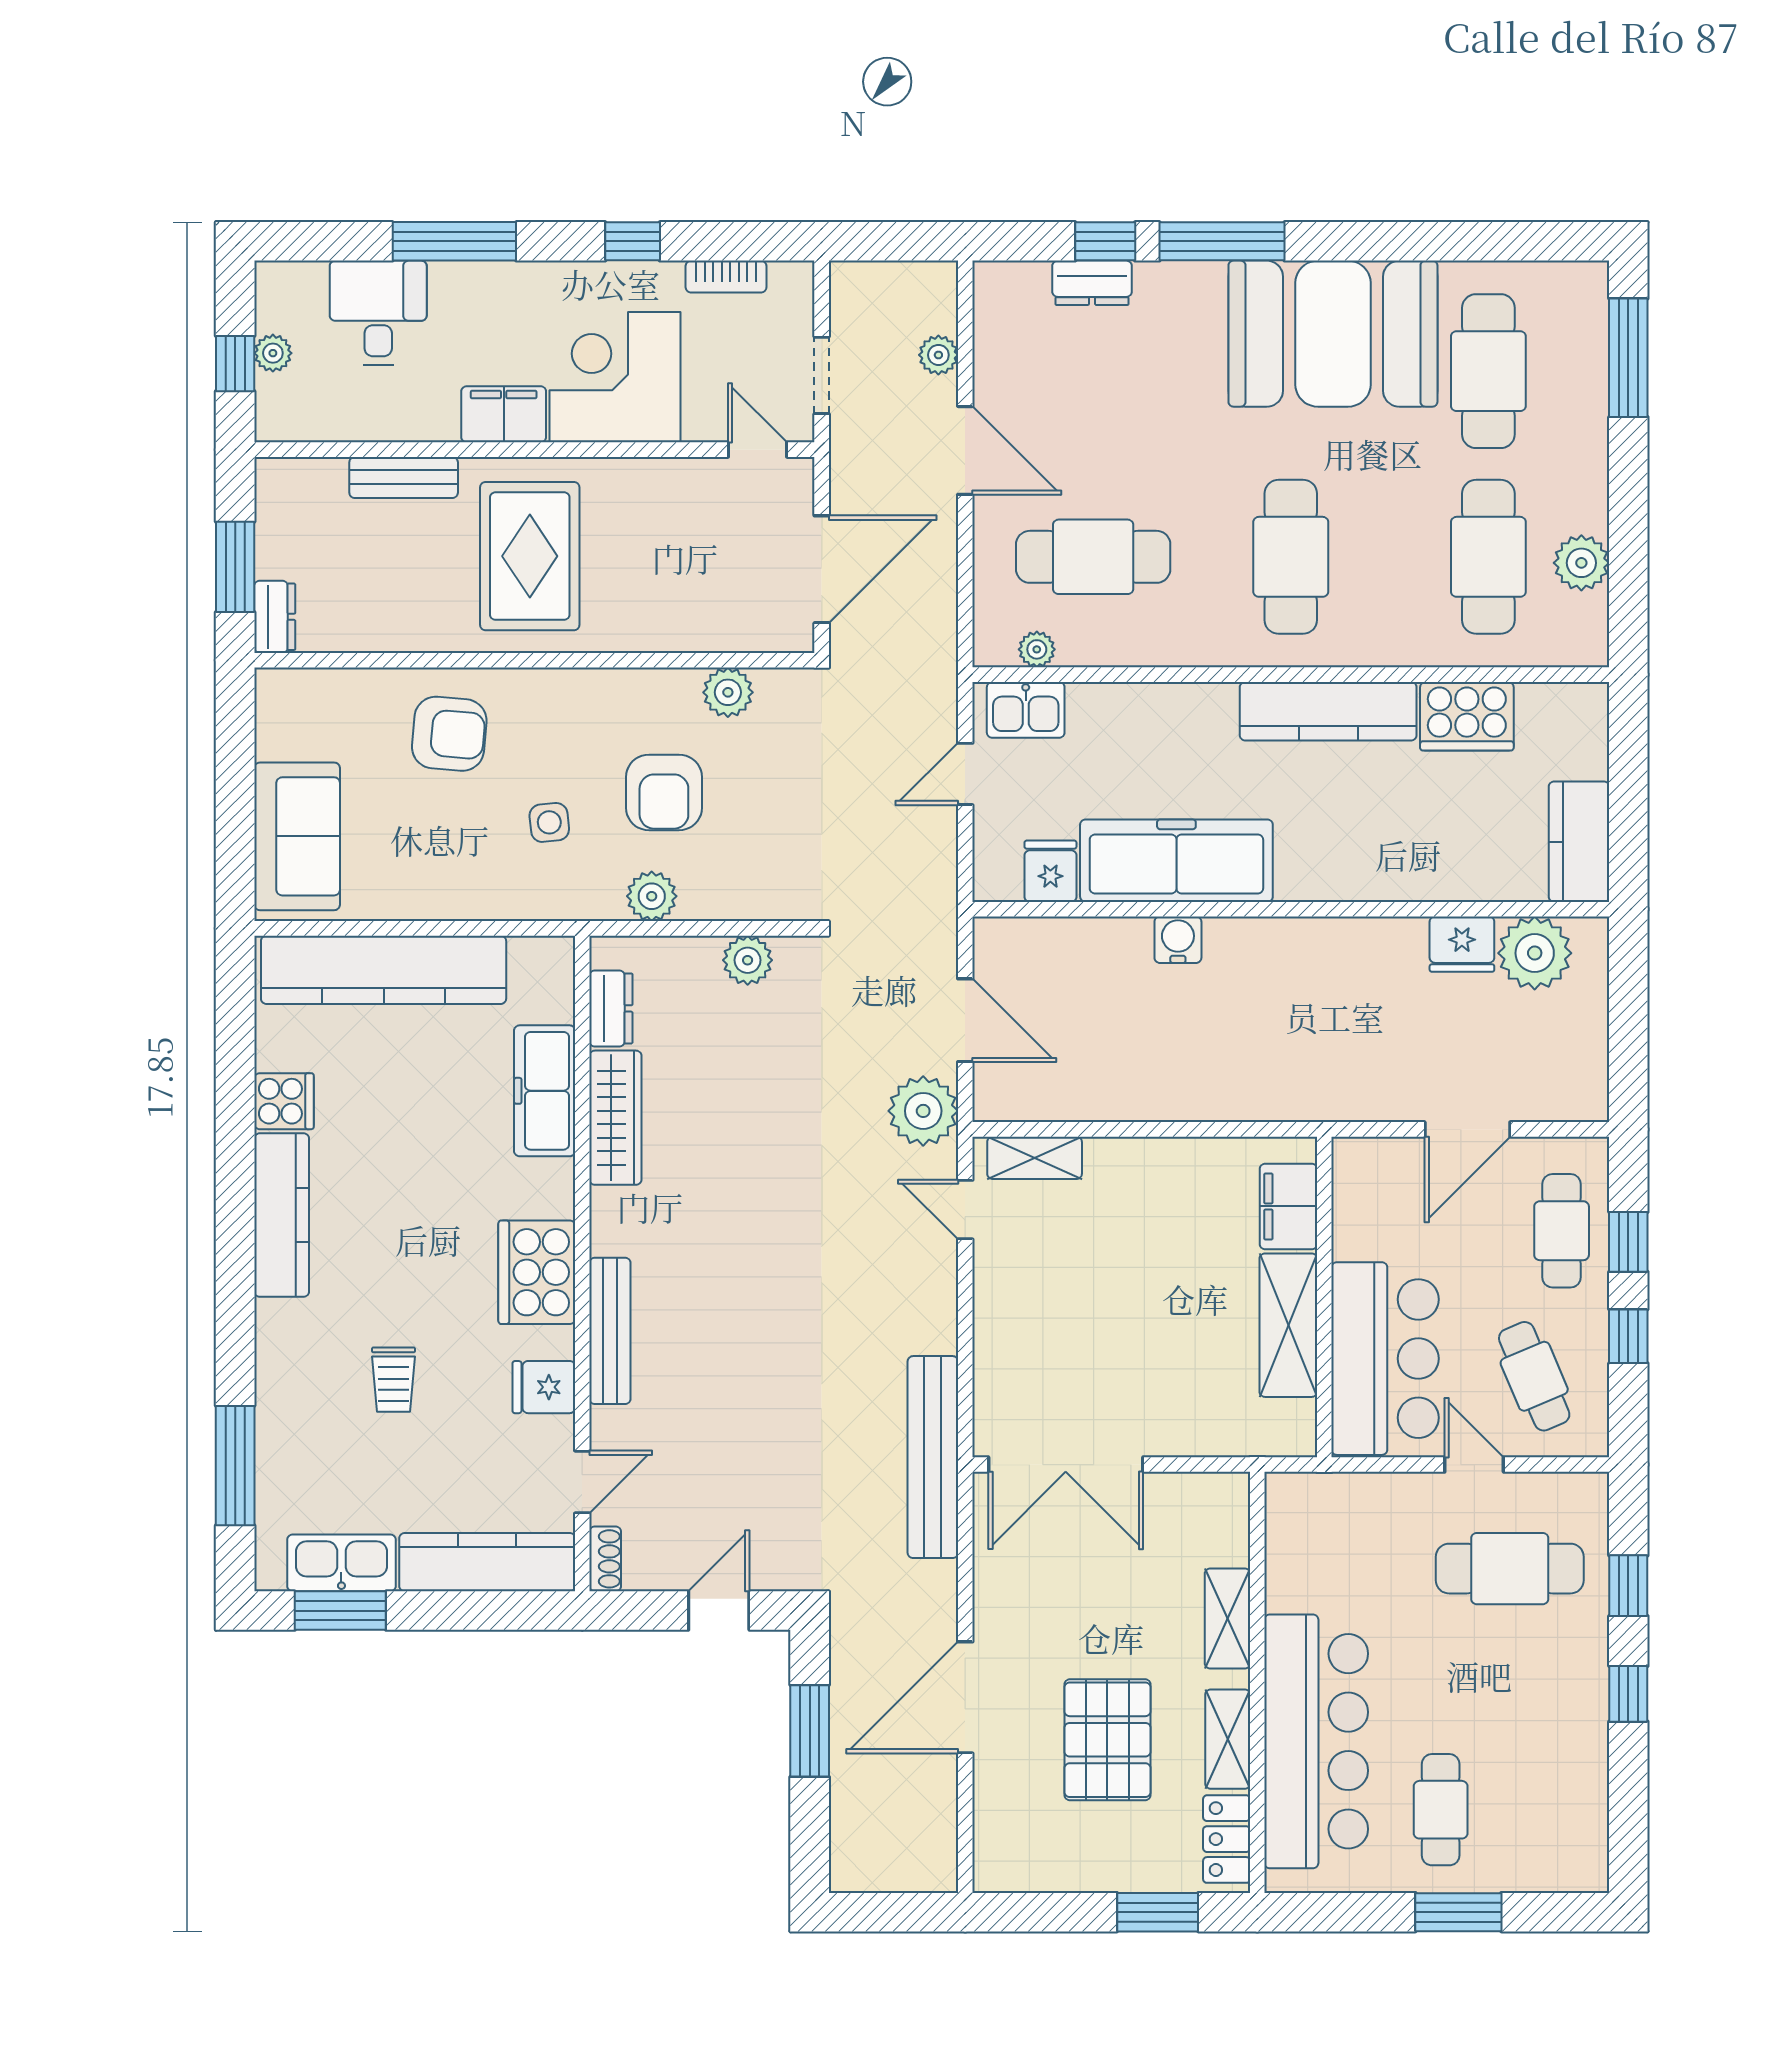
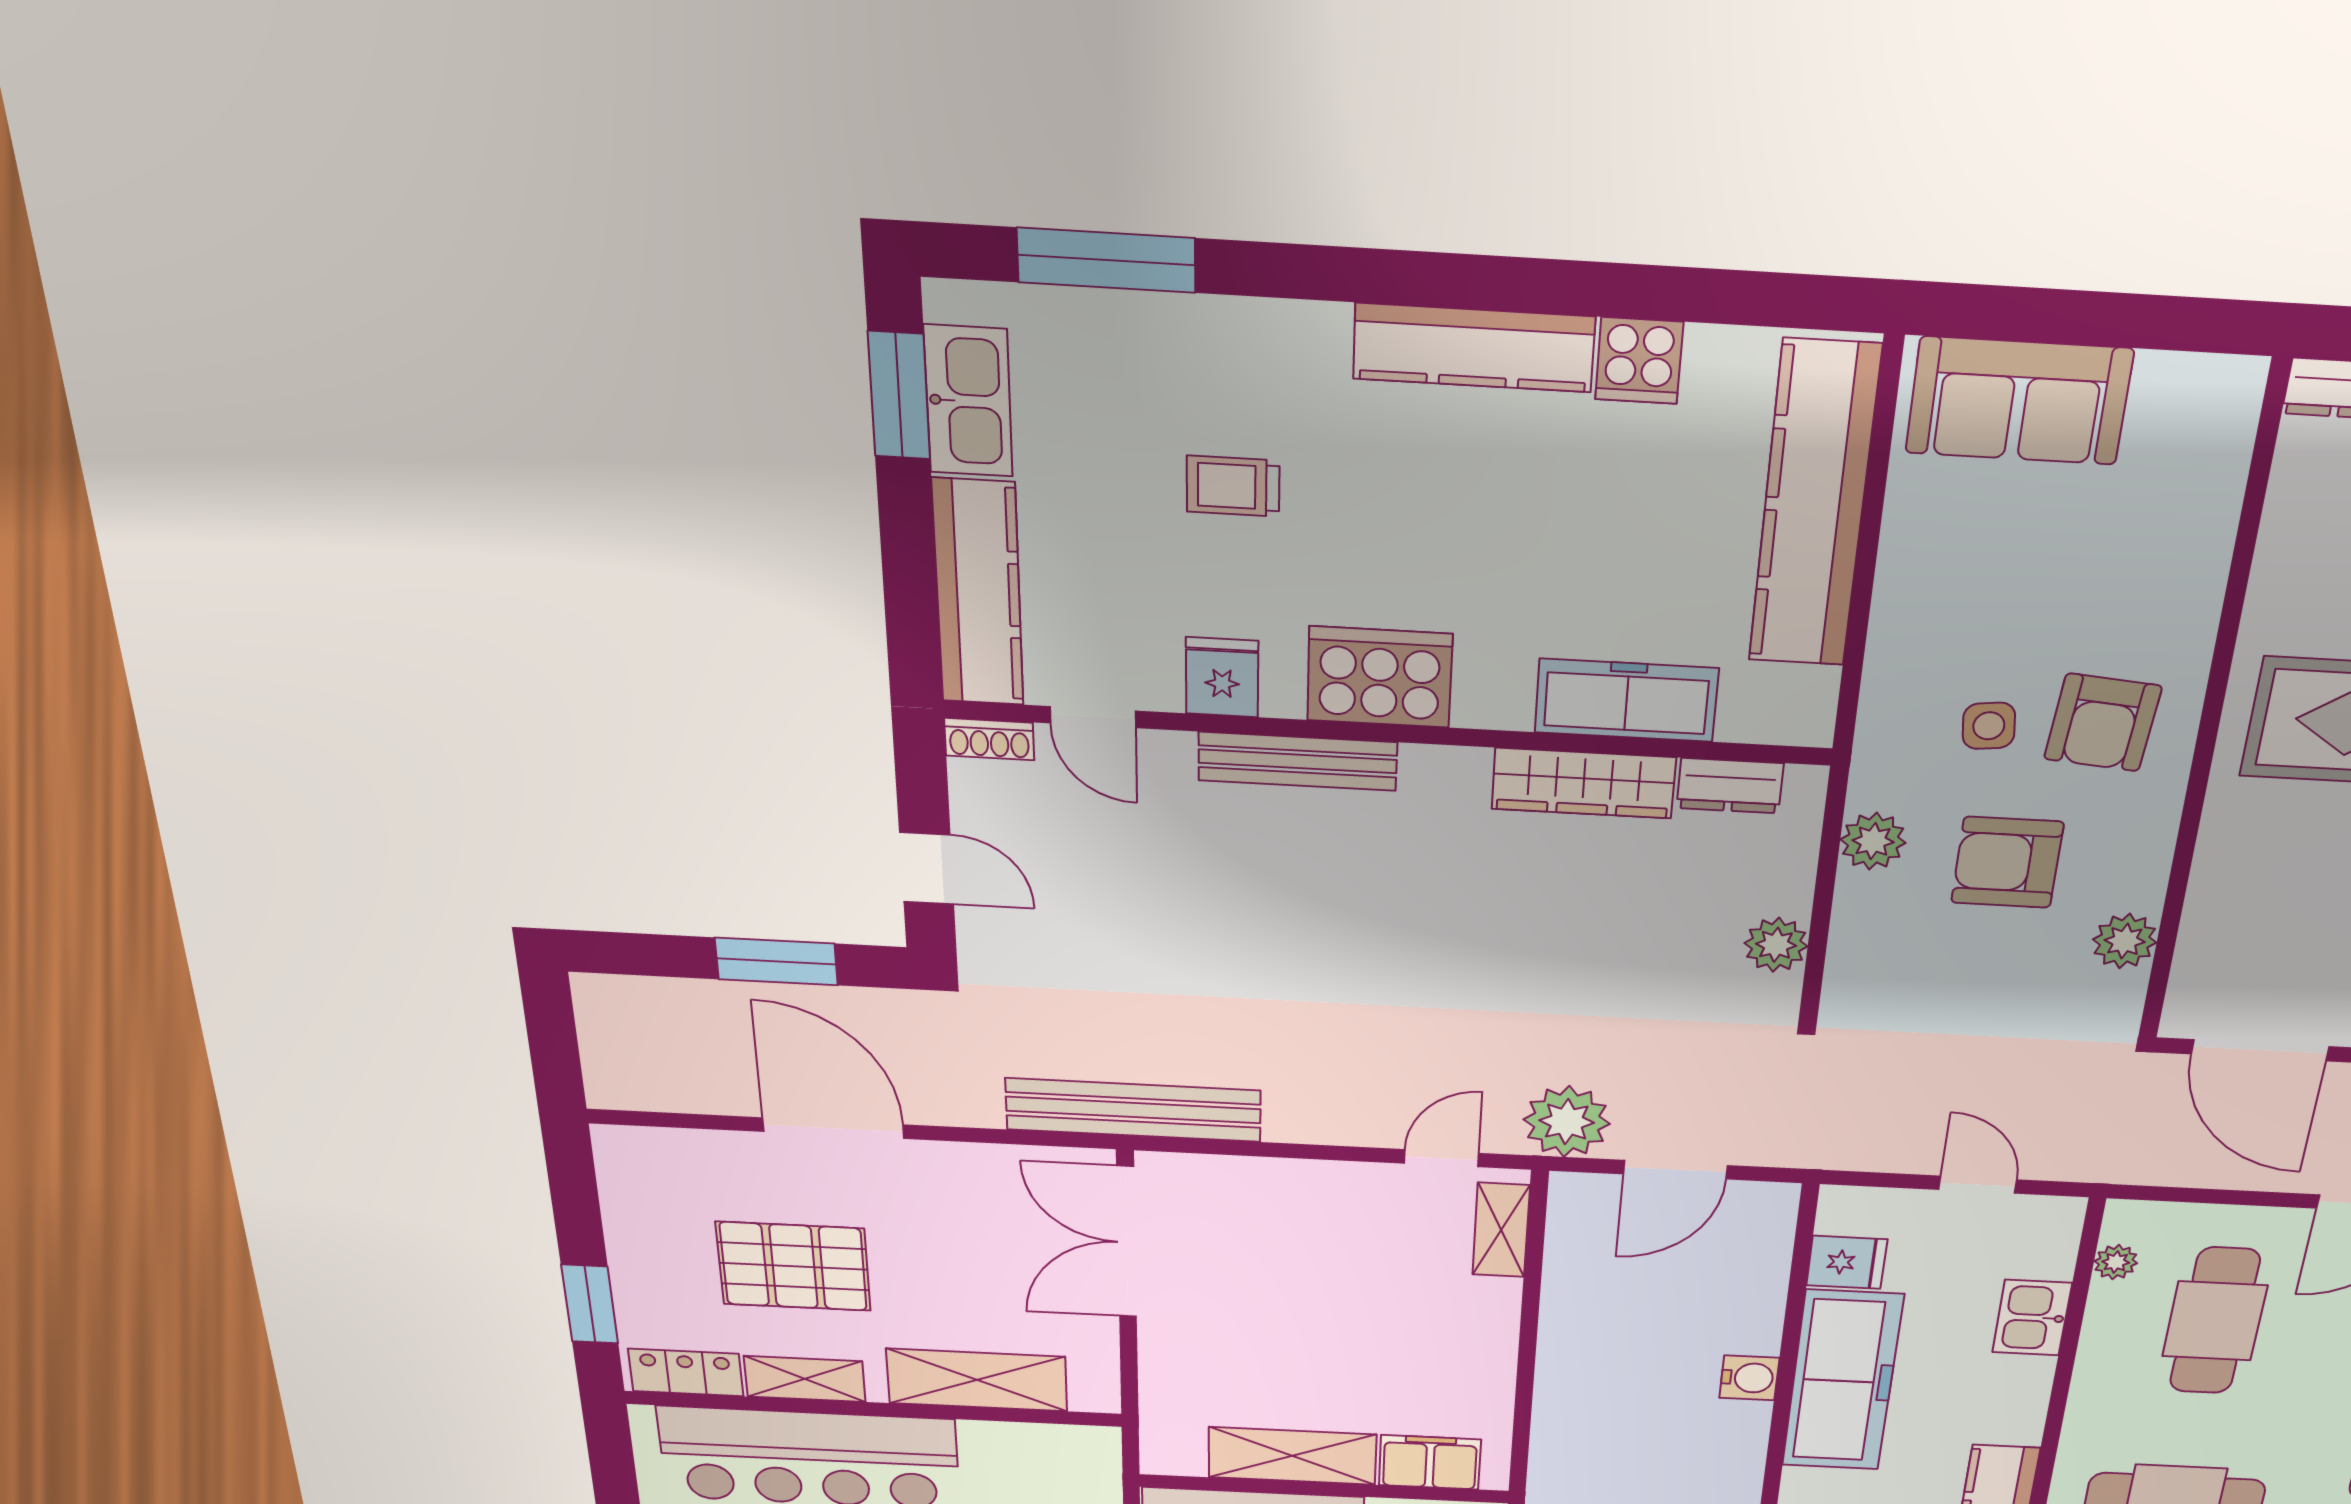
kitchen sink: (1026, 710) -> (2032, 1318), moved
armchair: (449, 734) -> (2103, 723), moved
shelving: (1227, 1618) -> (977, 1380), width x1.50, depth x1.33

